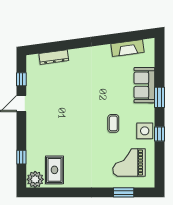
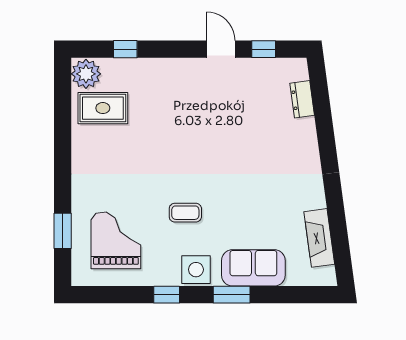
dresser: (54, 57) -> (302, 99), width x0.70
side table: (145, 131) -> (196, 270), moved

